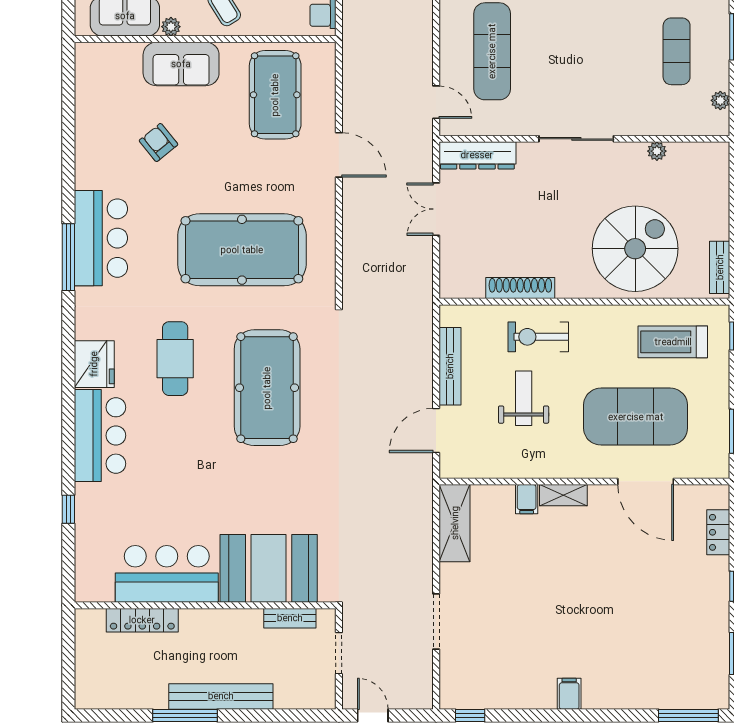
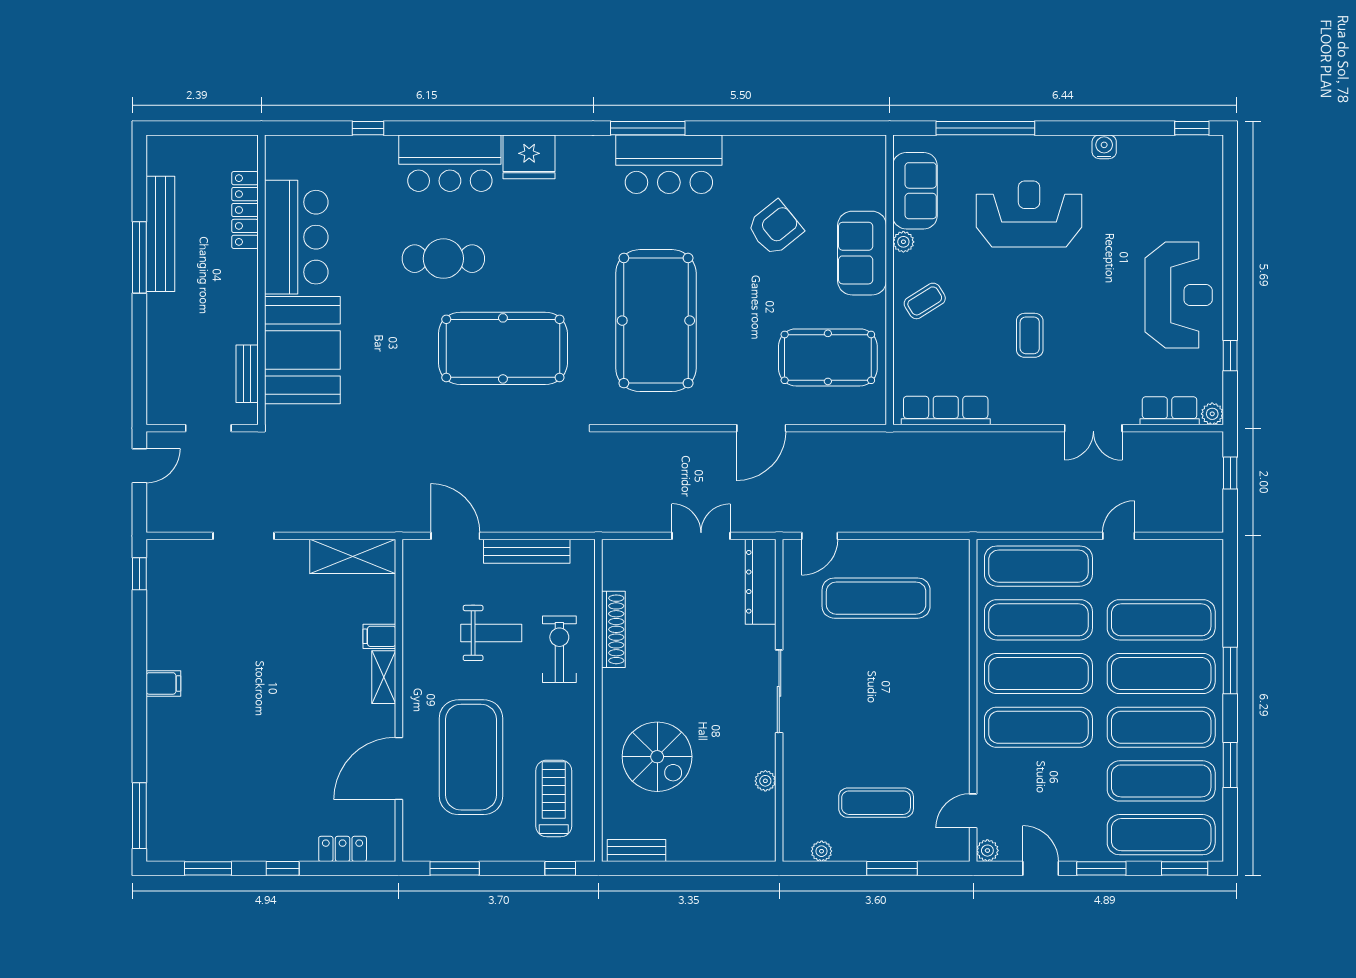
armchair: (159, 143) -> (775, 228), width x1.38, depth x1.38
spiral stairs: (635, 249) -> (657, 757), width x0.73, depth x0.73
cafe table: (175, 359) -> (443, 259), moved
bench: (221, 696) -> (160, 234), moved

